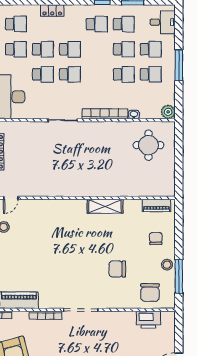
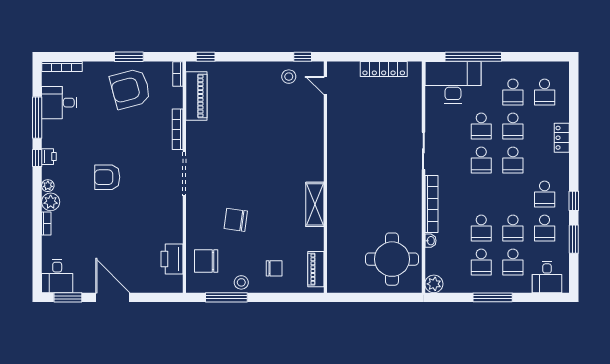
round table: (148, 145) -> (392, 259), width x1.36, depth x1.36
chair: (117, 269) -> (236, 220), turned -82

